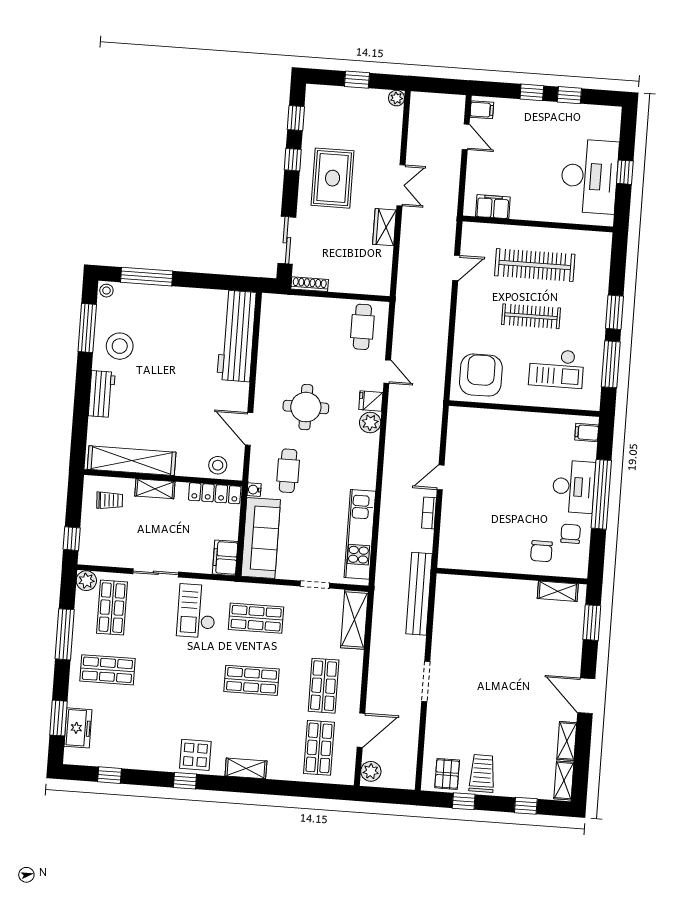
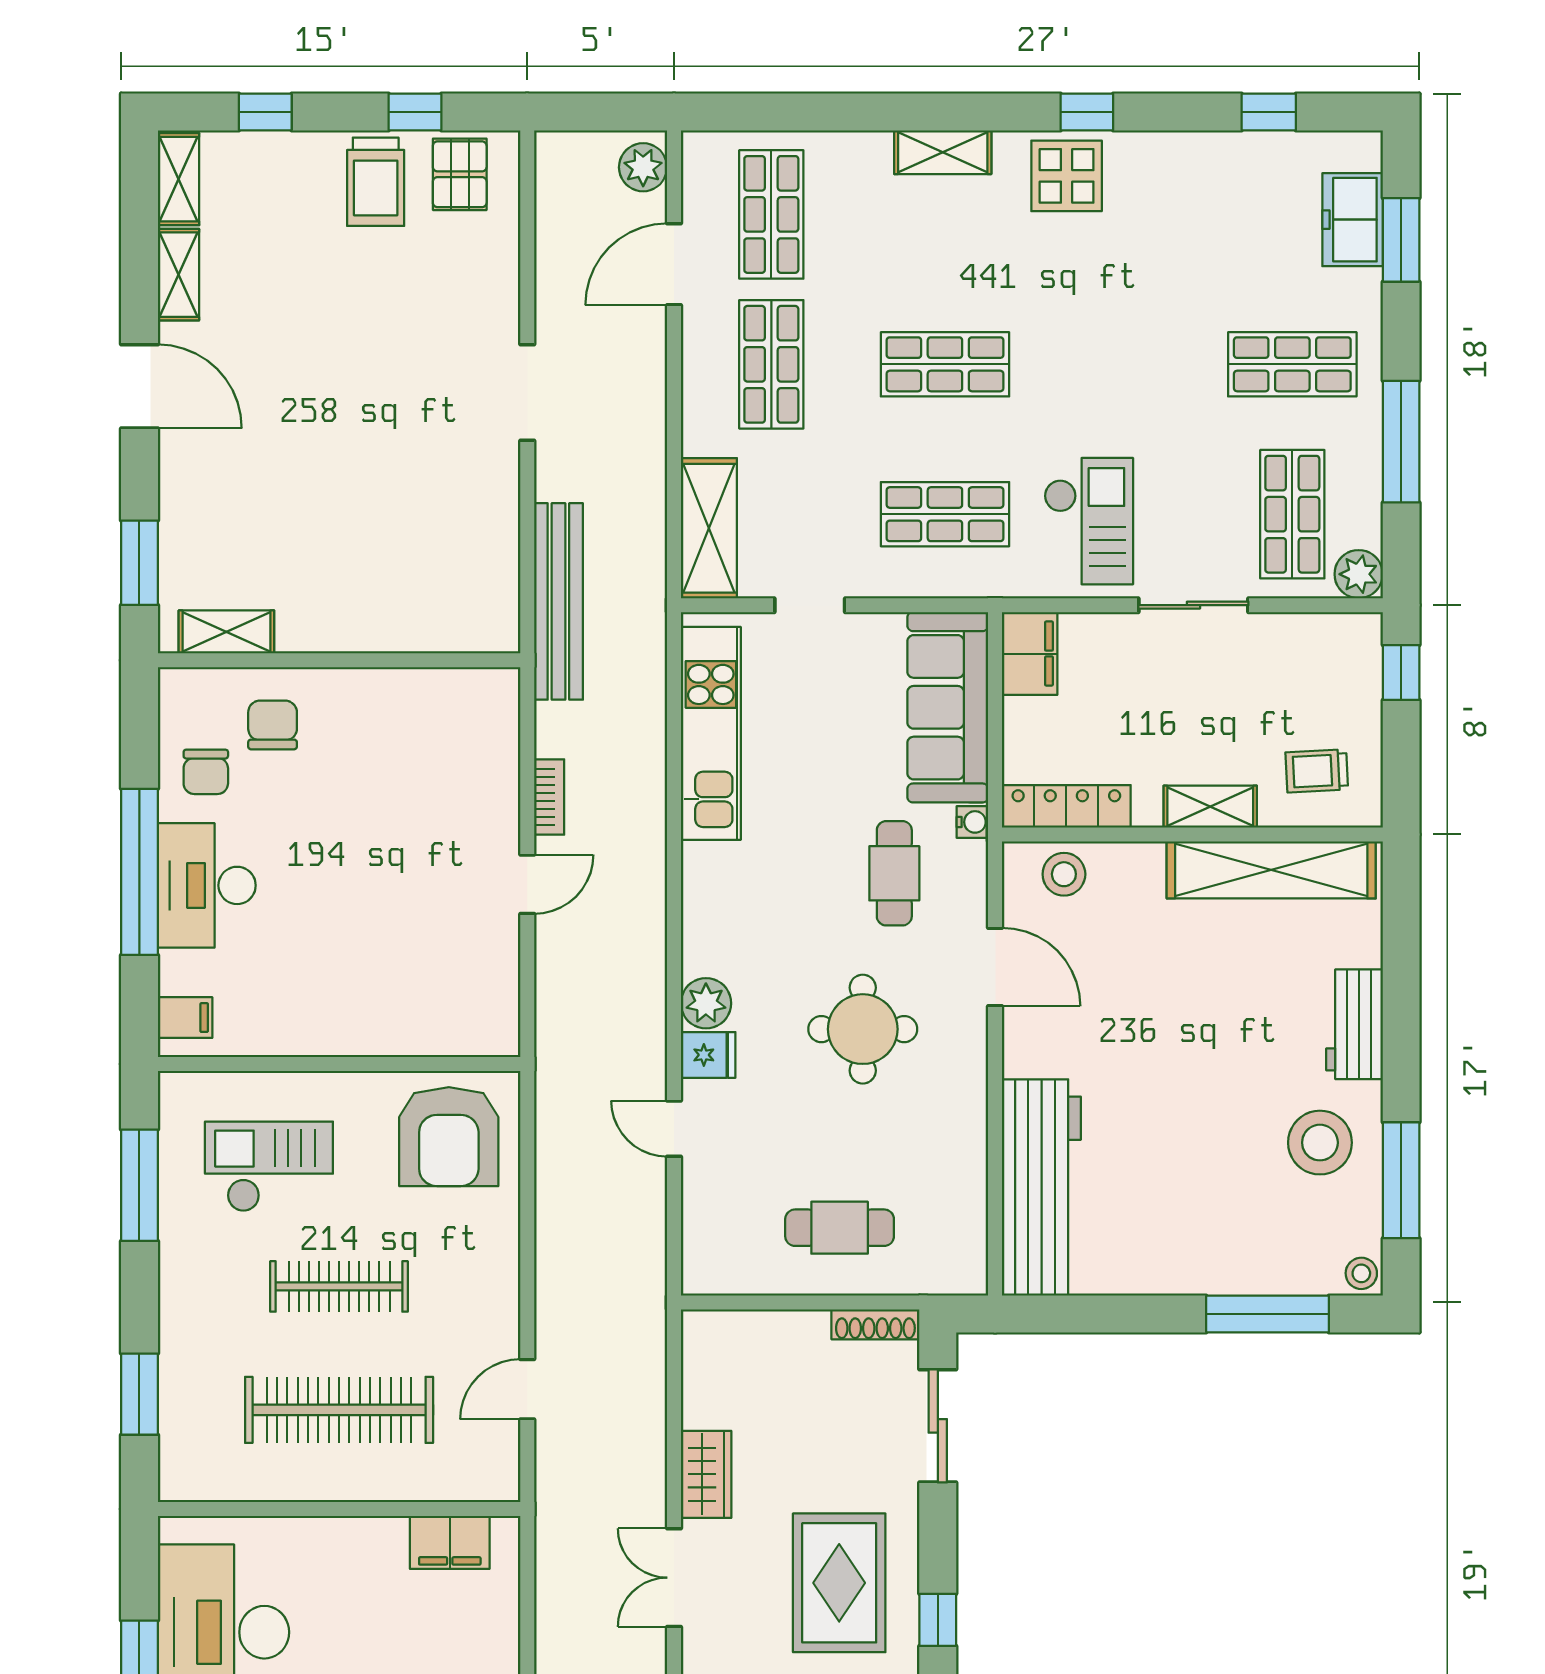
window: (615, 312) -> (139, 1394), moved
cafe table: (362, 327) -> (840, 1228), moved, turned 90

